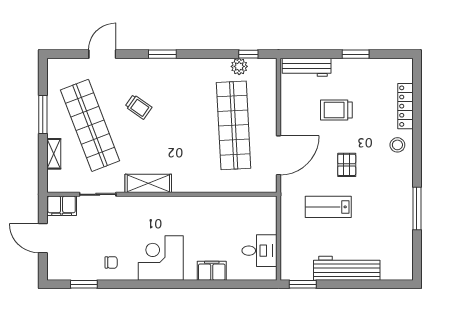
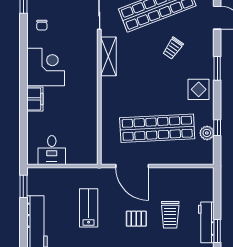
window: (248, 54) -> (217, 128), moved
workbench: (307, 67) -> (206, 222), moved
display table: (187, 76) -> (199, 89), added
trolley: (336, 110) -> (170, 215), turned 180
pallet: (347, 165) -> (136, 219), moved
filing cabinet: (212, 271) -> (35, 99), moved

